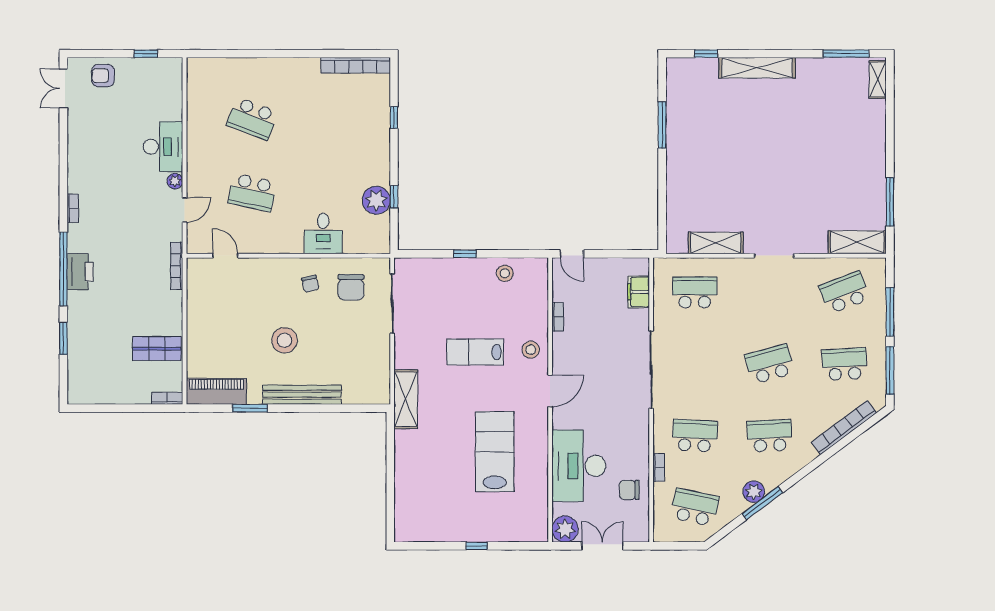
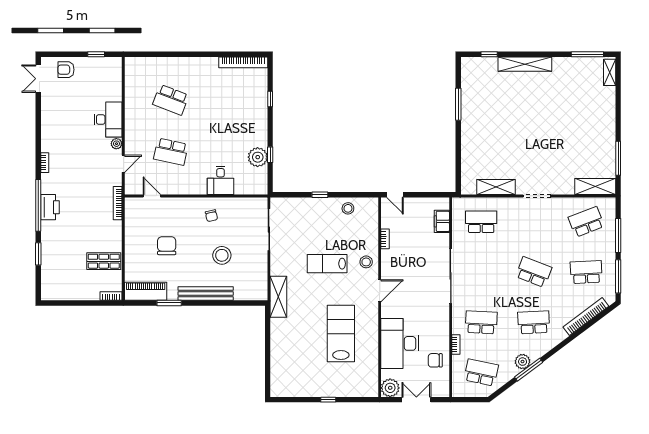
chair: (351, 287) -> (167, 246), moved, turned 180
stool: (284, 340) -> (222, 255), moved
school desk: (770, 364) -> (534, 272), turned 36

